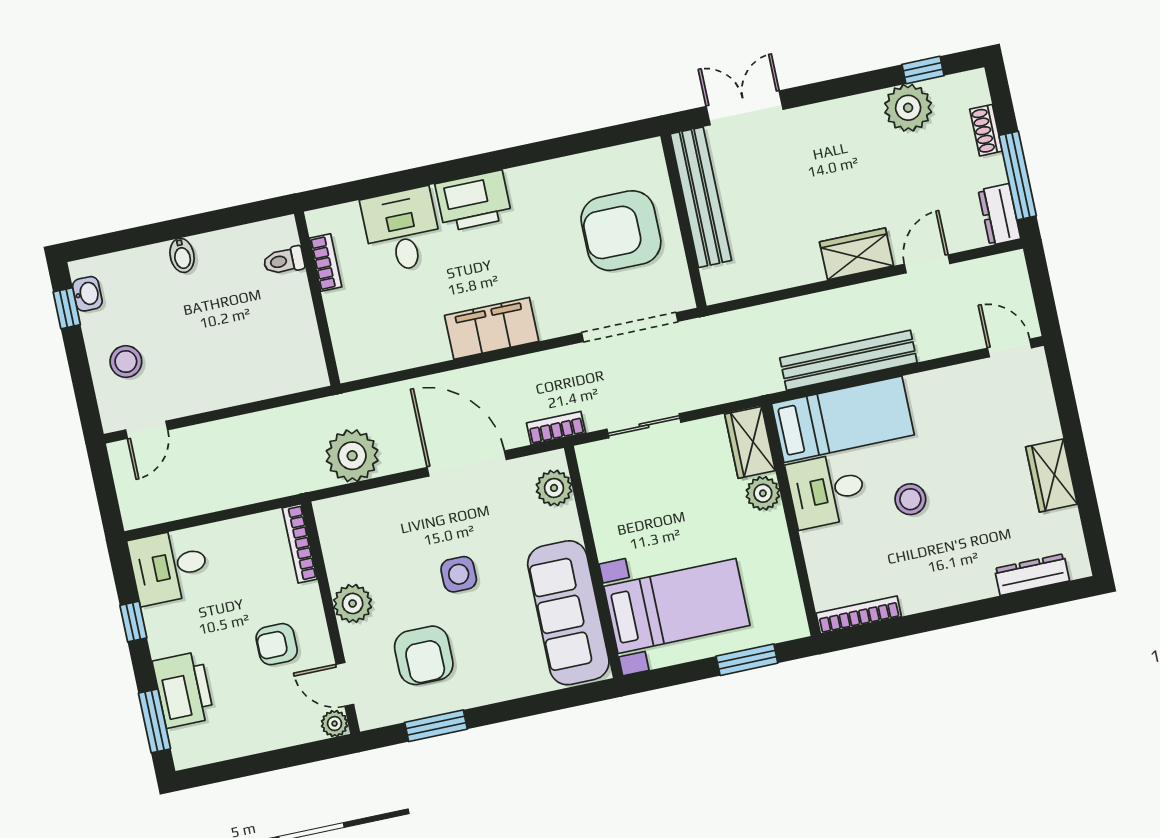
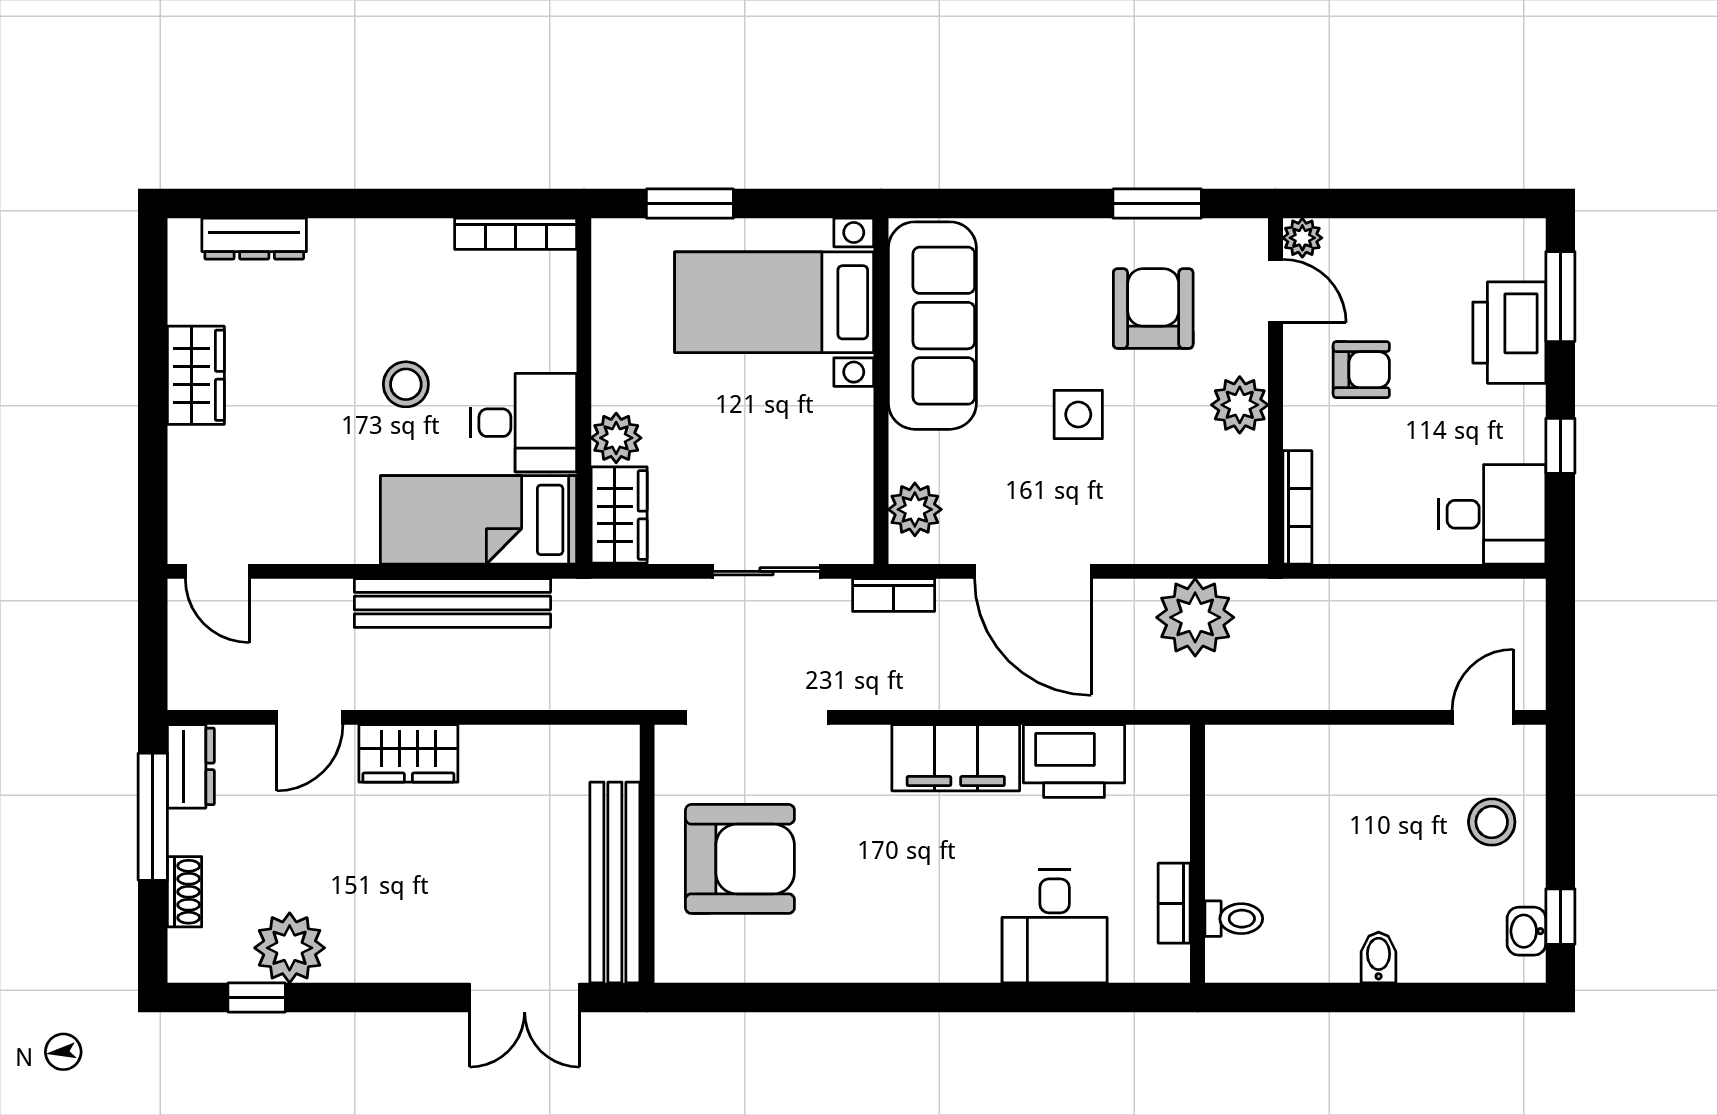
printer: (474, 201) -> (1074, 761), moved, turned 180

